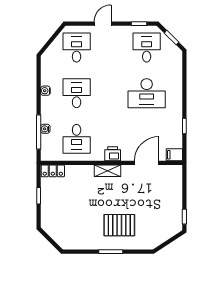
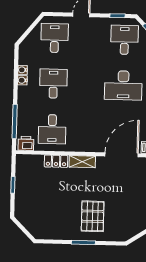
water cooler: (45, 129) -> (23, 70), moved
printer: (113, 154) -> (26, 143), moved
door: (147, 163) -> (122, 155), width x1.36
locker: (53, 171) -> (56, 161), moved
pallet: (119, 225) -> (93, 216), turned 90

